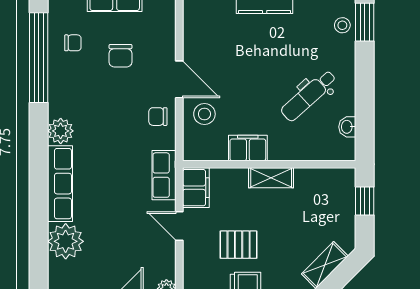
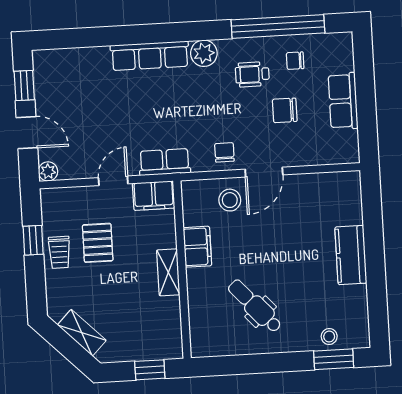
chair: (73, 43) -> (295, 61), turned 90
wheelchair: (84, 85) -> (252, 74), added
washbasin: (347, 127) -> (225, 348), removed
plant: (66, 241) -> (91, 65), removed

